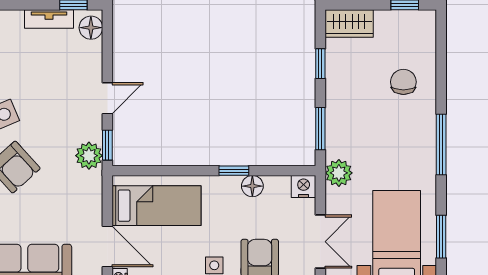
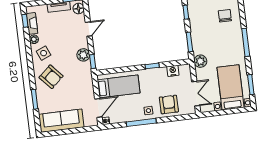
door: (107, 98) -> (89, 29), moved
plant: (89, 156) -> (83, 55), moved
floor lamp: (252, 186) -> (161, 72), removed
nightstand: (304, 186) -> (173, 71), moved
door: (107, 246) -> (98, 108), hinge flipped

